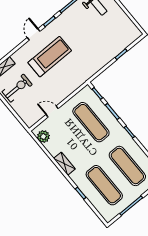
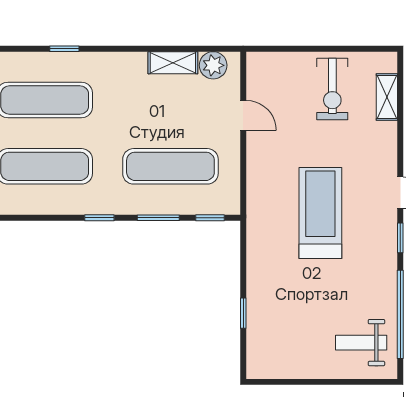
treadmill: (50, 57) -> (320, 213), moved, turned 180
door: (52, 112) -> (243, 115), hinge flipped
shelving: (64, 164) -> (173, 63), moved

